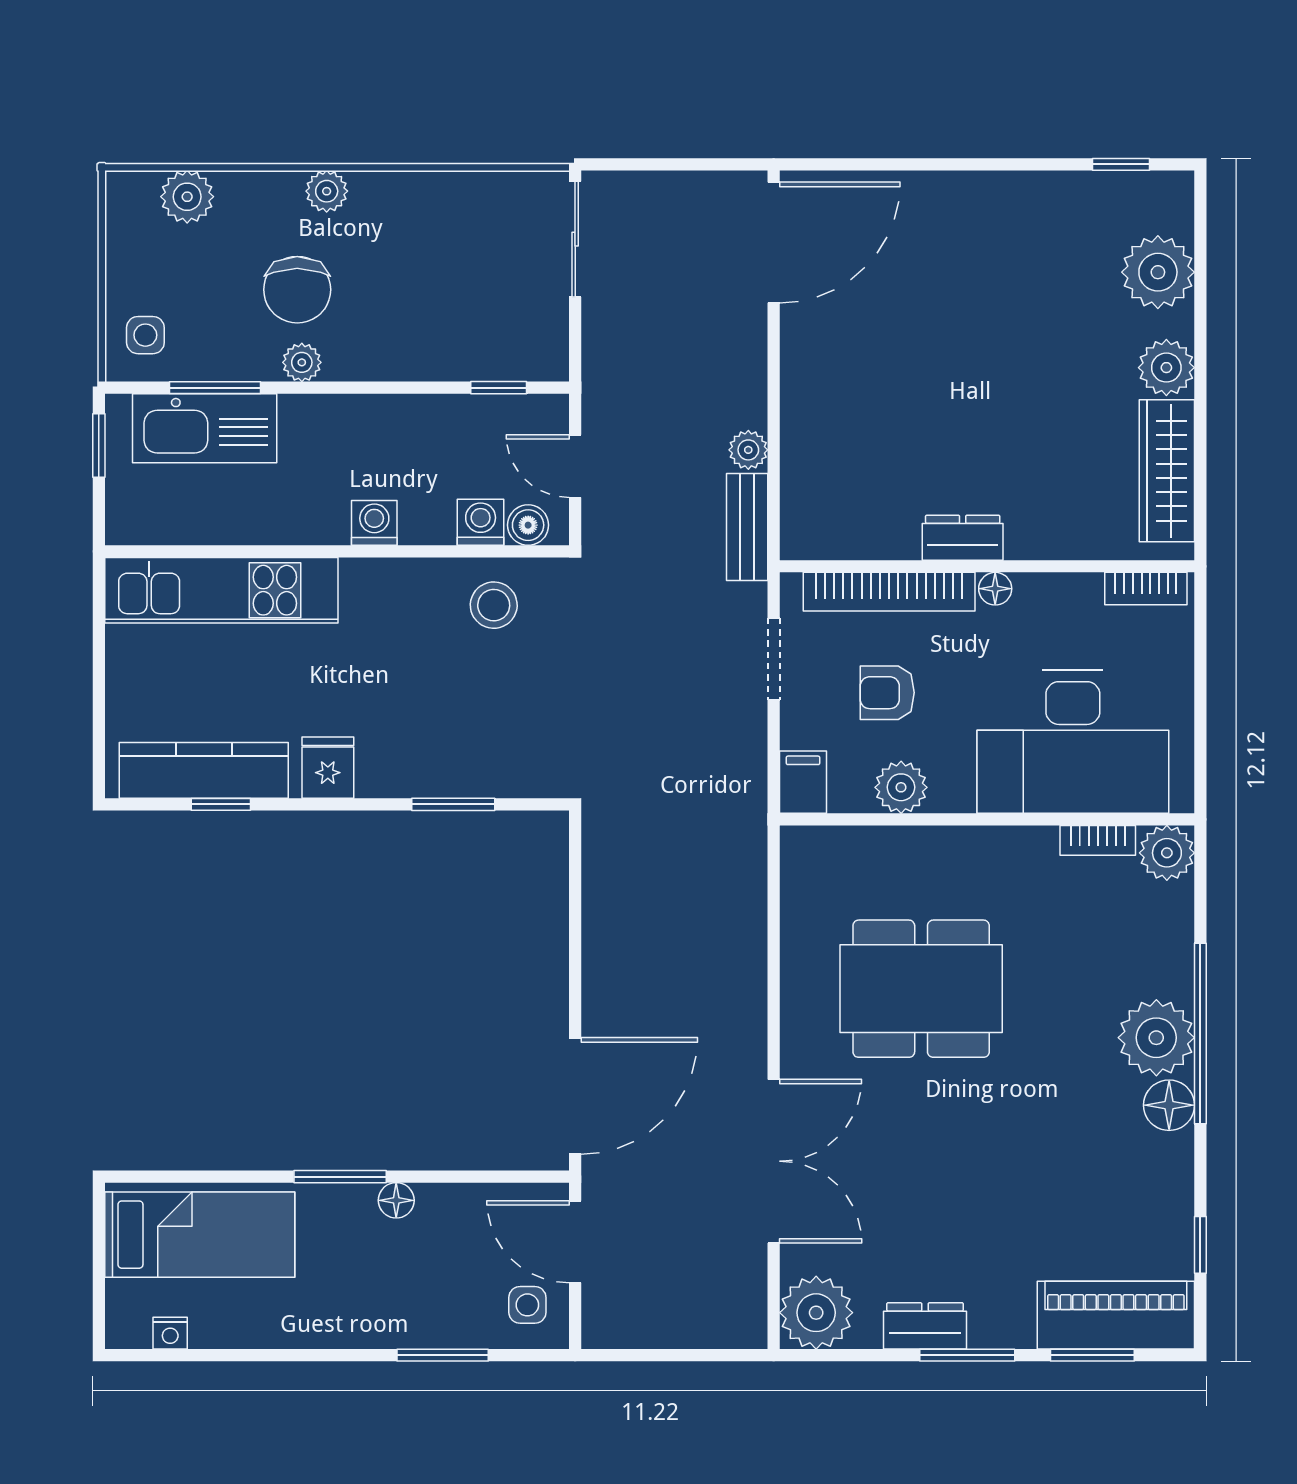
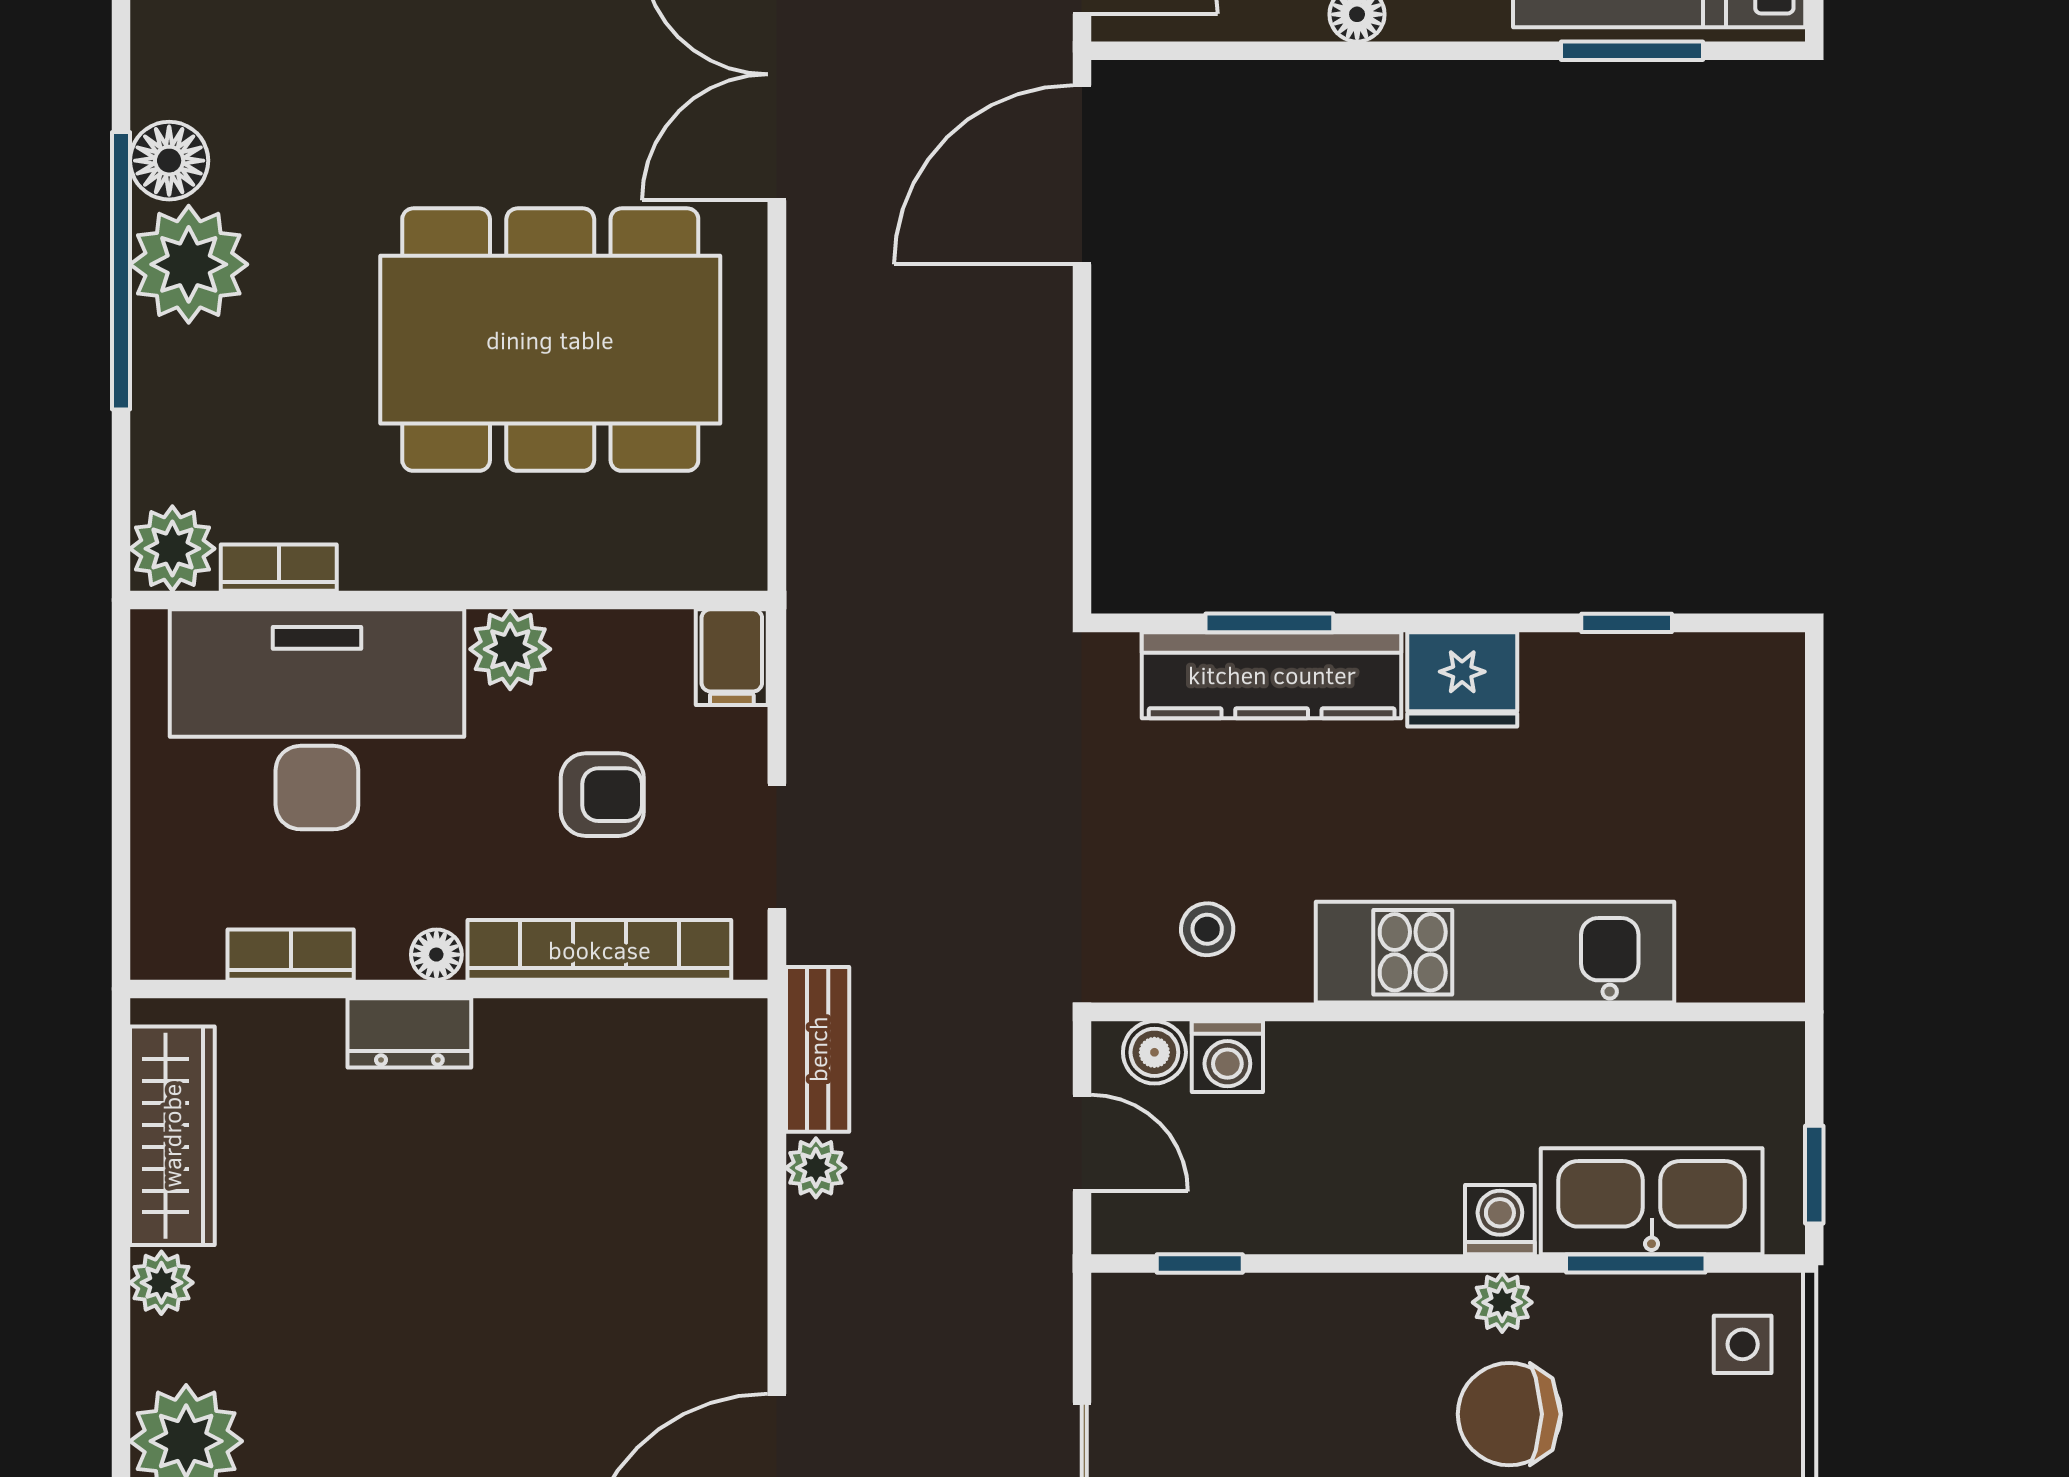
chair: (297, 290) -> (1509, 1414), turned -90
plant: (1166, 368) -> (161, 1283), width x0.73, depth x0.73
washing machine: (374, 523) -> (1500, 1220), moved, turned 180
dresser: (963, 538) -> (409, 1033), moved
bookcase: (1146, 589) -> (291, 955), moved
kitchen unit: (221, 590) -> (1495, 952), moved
stool: (494, 605) -> (1207, 929), width x0.73, depth x0.73
fridge: (328, 768) -> (1462, 679), width x1.38
kitchen counter: (204, 770) -> (1272, 675), moved
plant: (901, 787) -> (510, 649), moved
dining table: (921, 989) -> (550, 340), width x1.36, depth x1.24
window: (340, 1177) -> (1632, 51), moved

